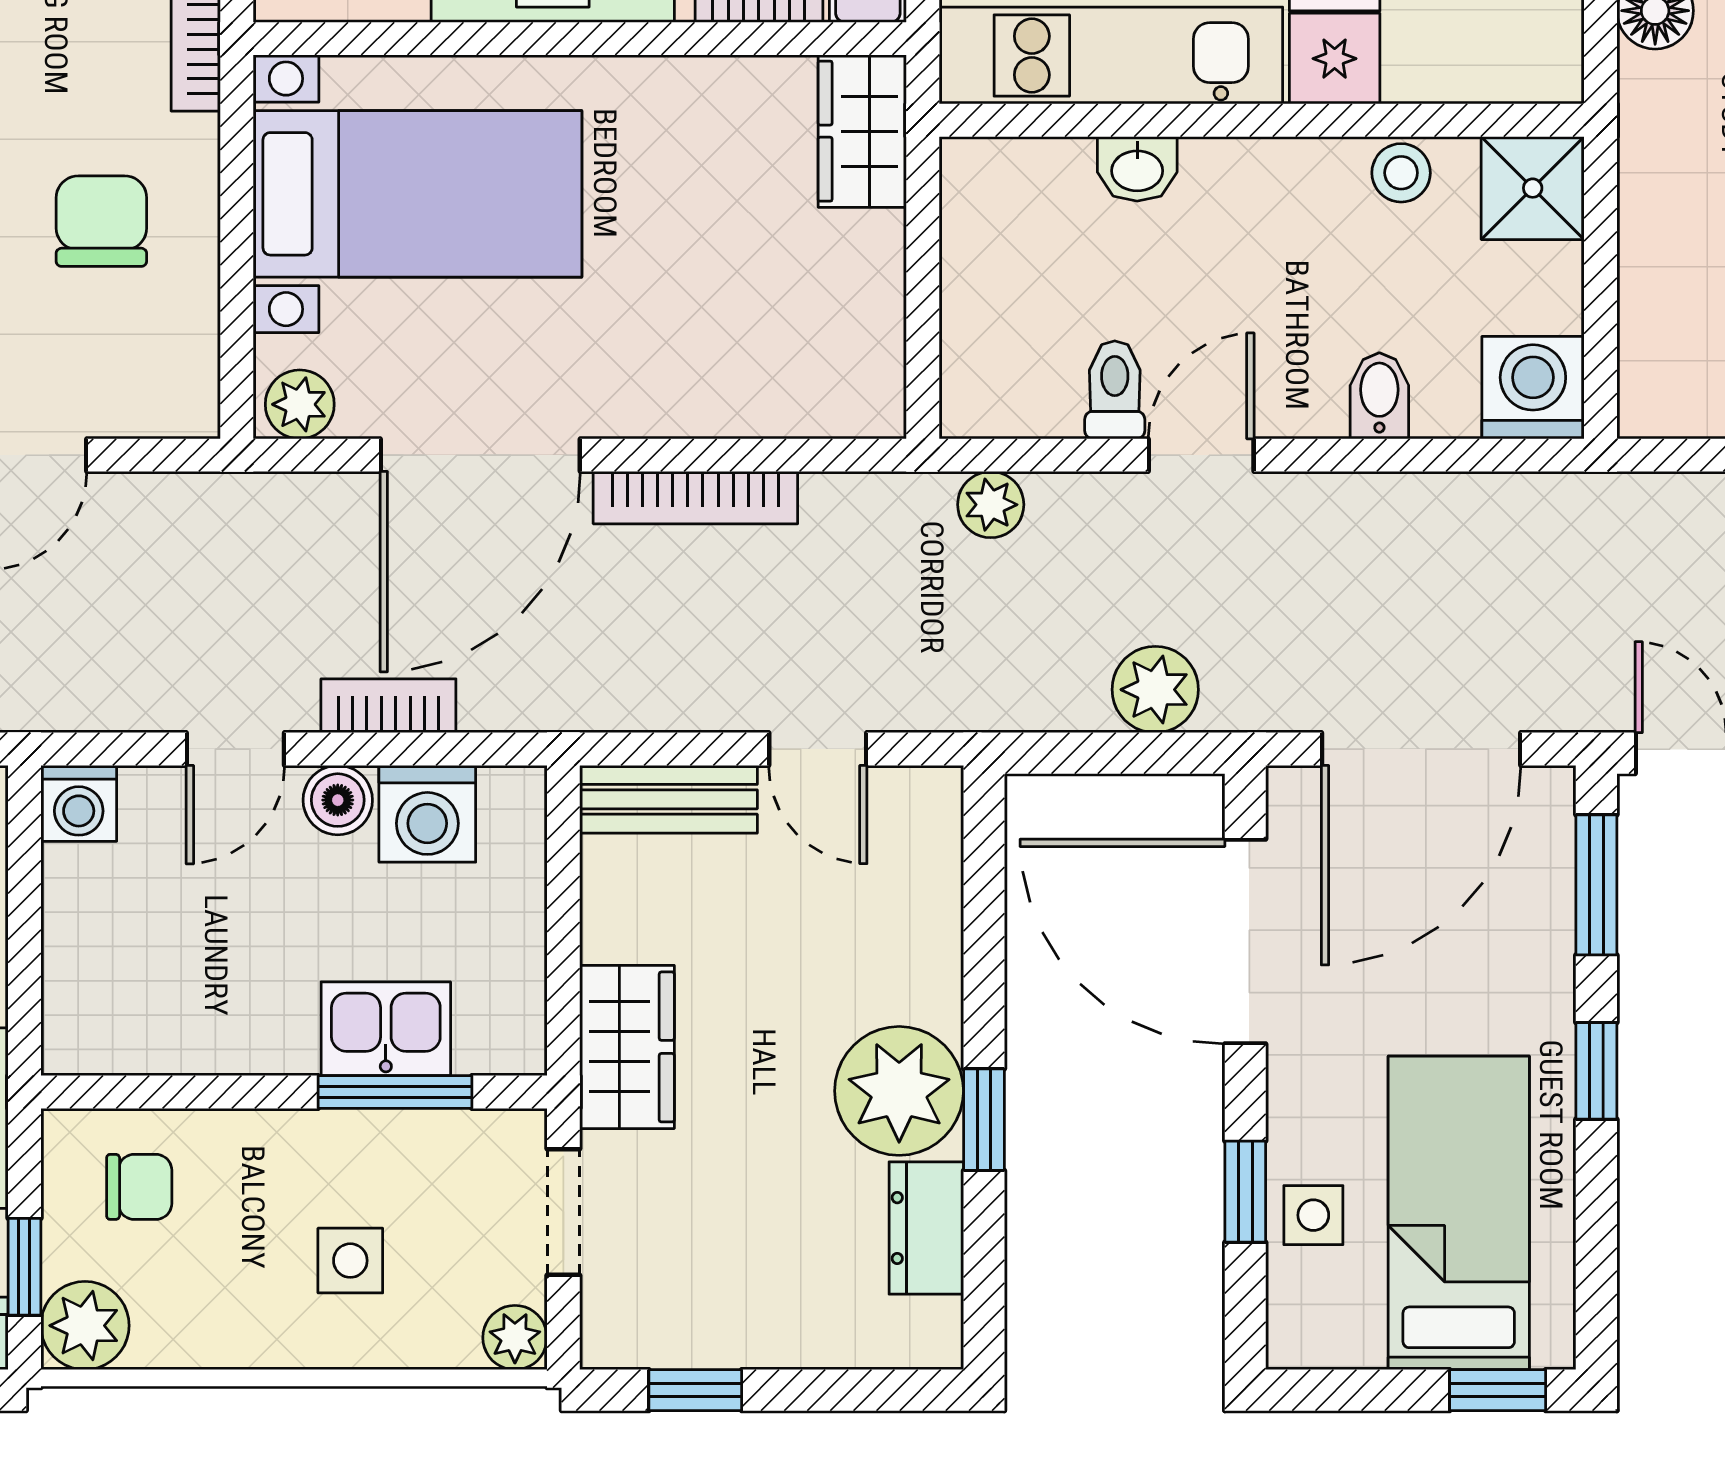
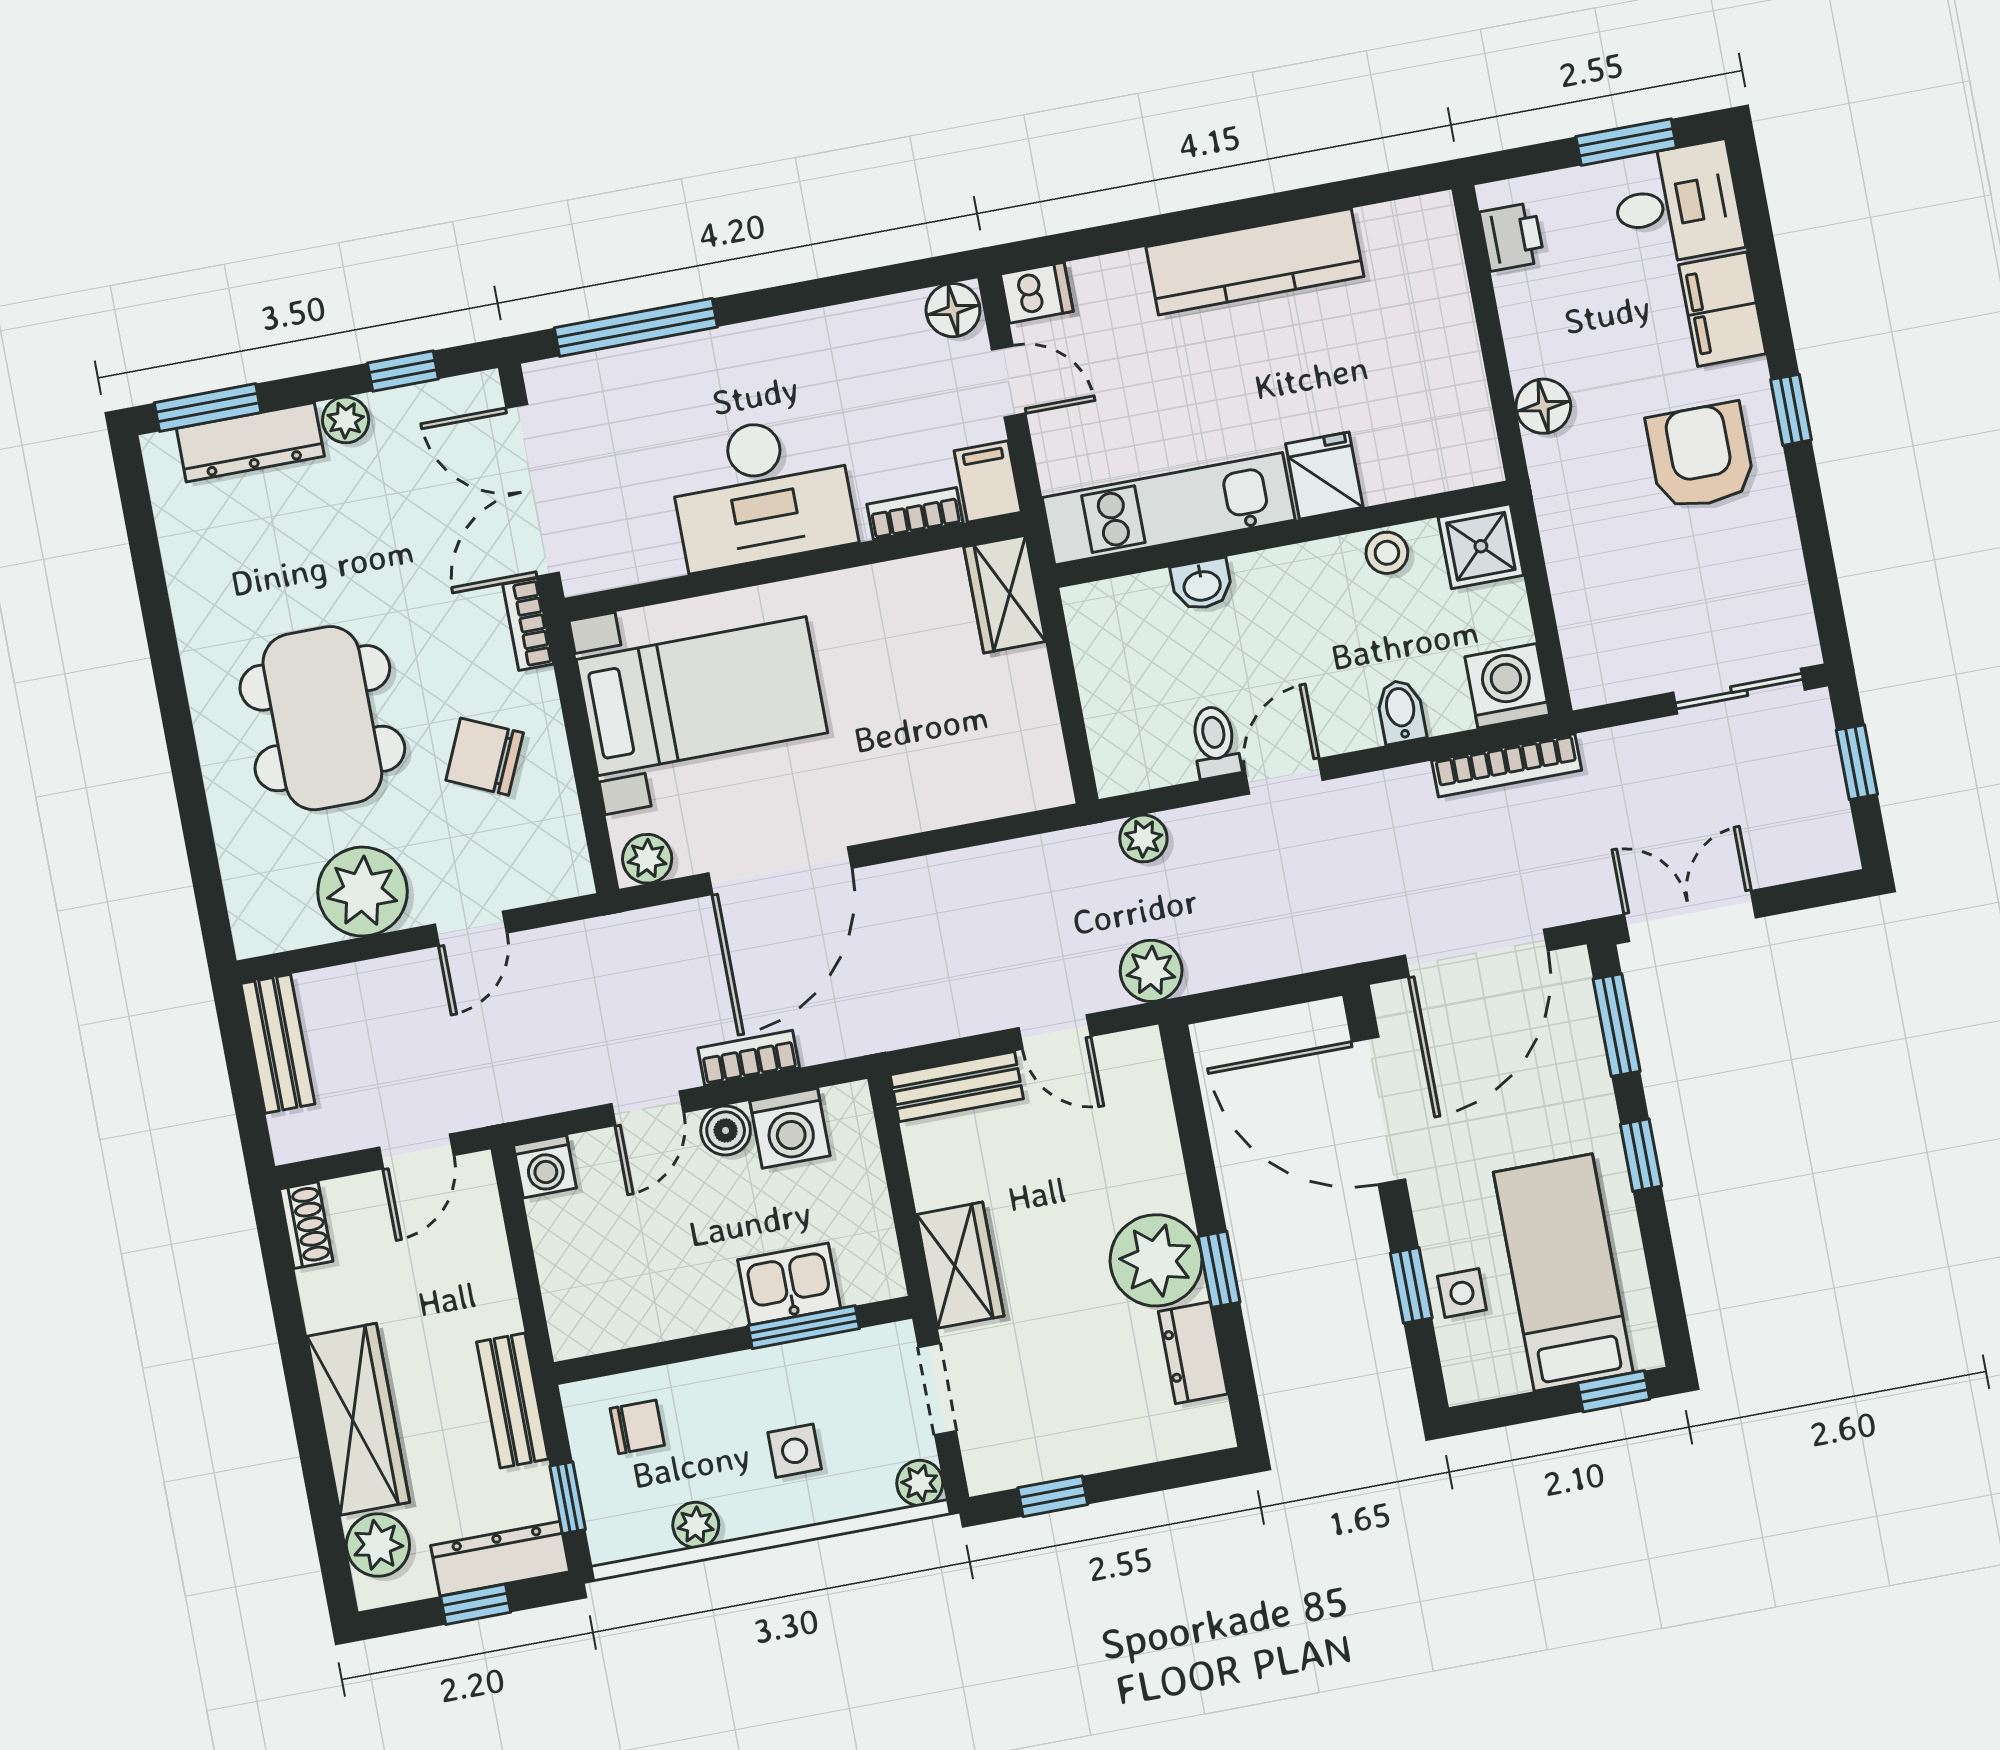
chair: (101, 221) -> (485, 757), turned -66
bookcase: (695, 498) -> (1507, 765), moved
plant: (1155, 690) -> (1151, 971), moved
plant: (85, 1326) -> (696, 1525), moved, width x0.73, depth x0.73

